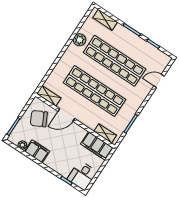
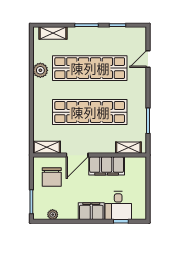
chair: (39, 119) -> (52, 177), turned -63
filing cabinet: (97, 146) -> (107, 166), moved
filing cabinet: (37, 151) -> (91, 211), moved
desk: (82, 176) -> (118, 206), moved

